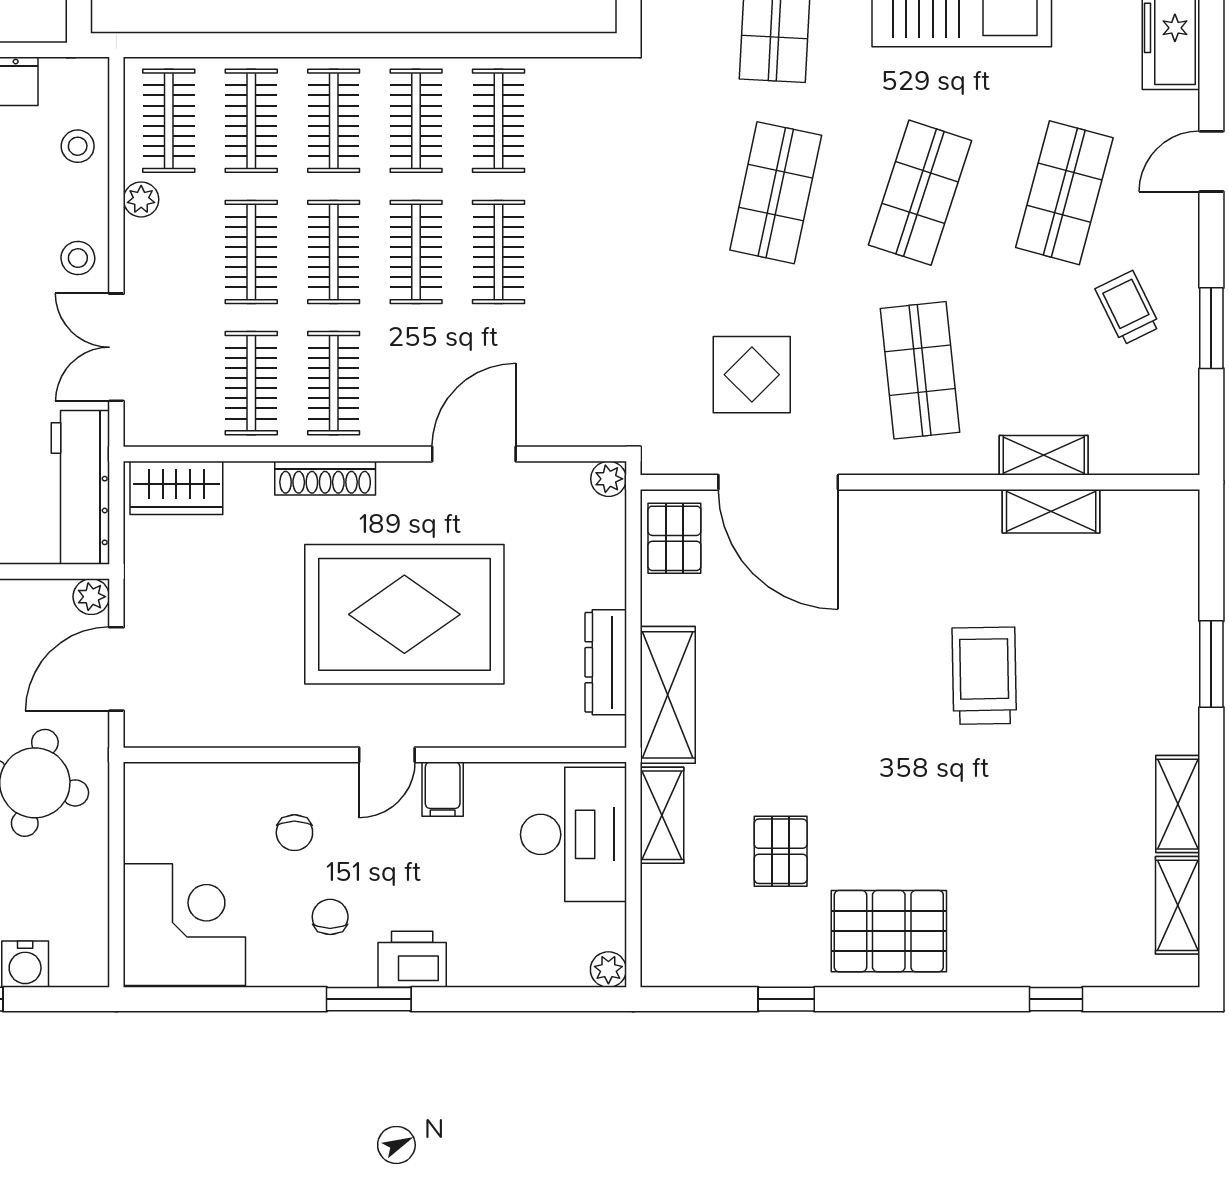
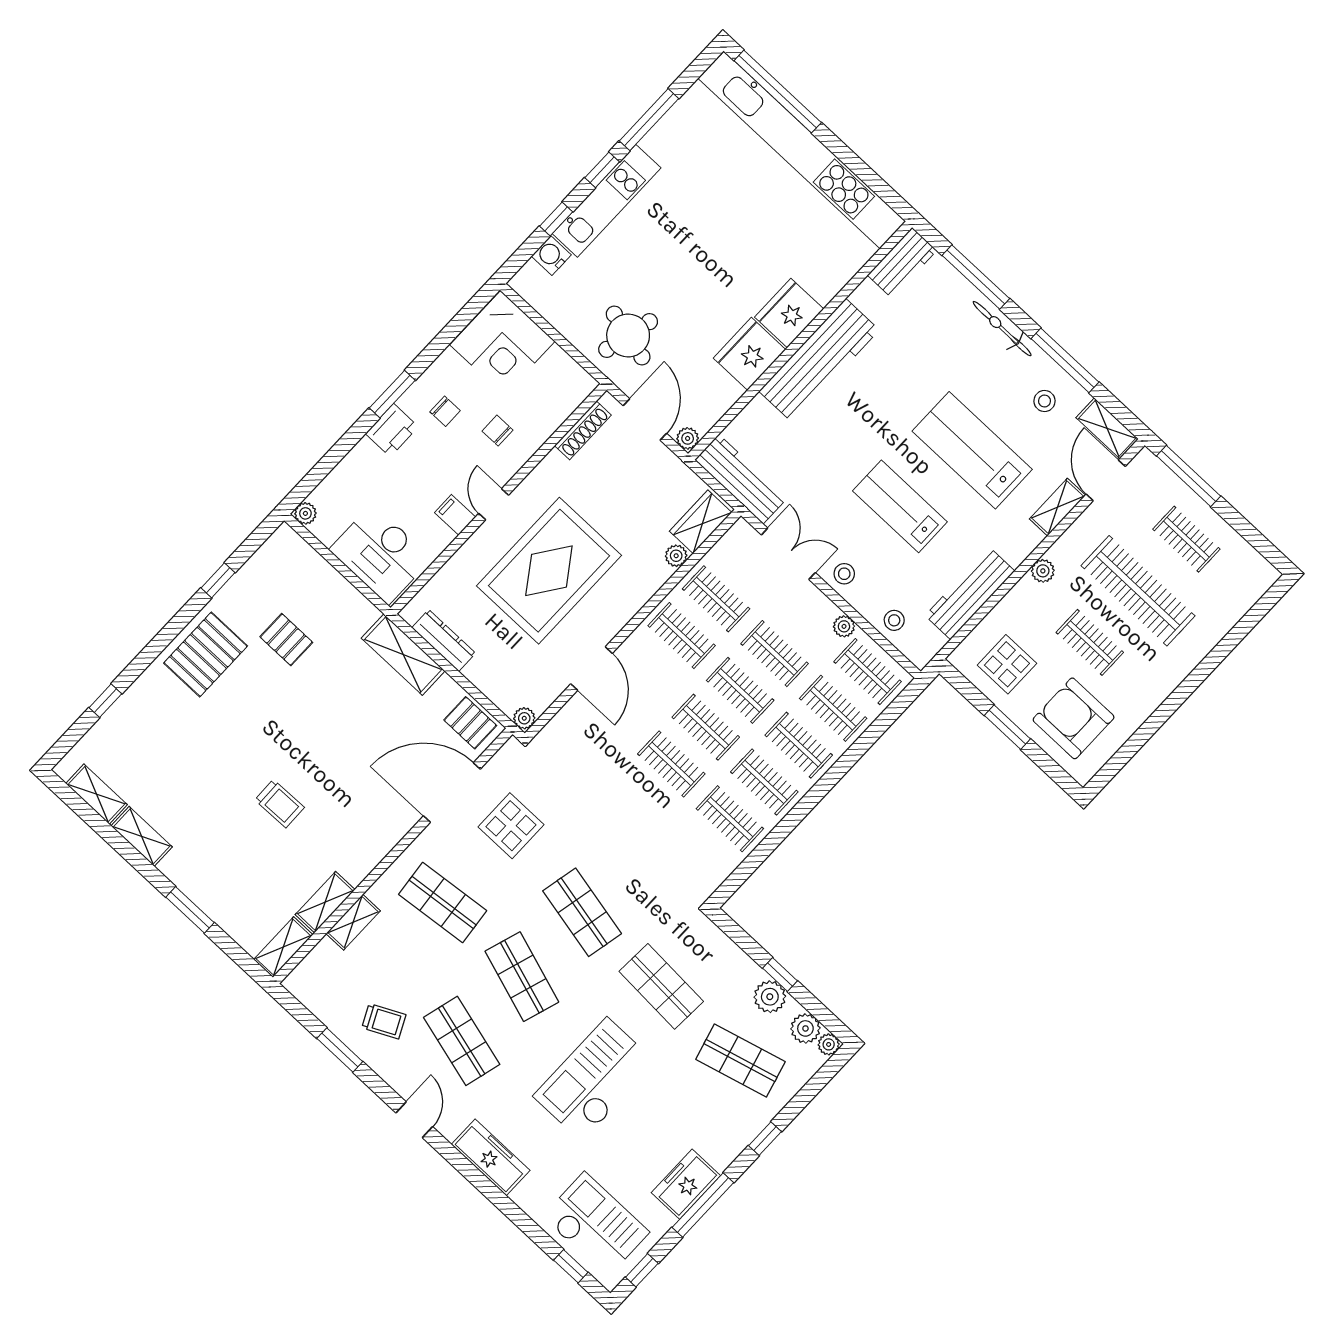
shoe rack: (325, 478) -> (583, 430), moved, turned 180
plant: (244, 479) -> (676, 556), added
trolley: (984, 676) -> (280, 804), width x0.73, depth x0.72
shelving: (662, 815) -> (283, 947), moved, turned 90

